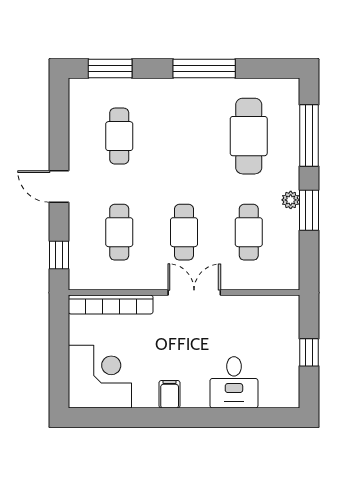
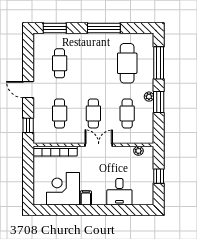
plant: (270, 304) -> (138, 151), added
corner desk: (100, 377) -> (63, 189), moved, turned -90

